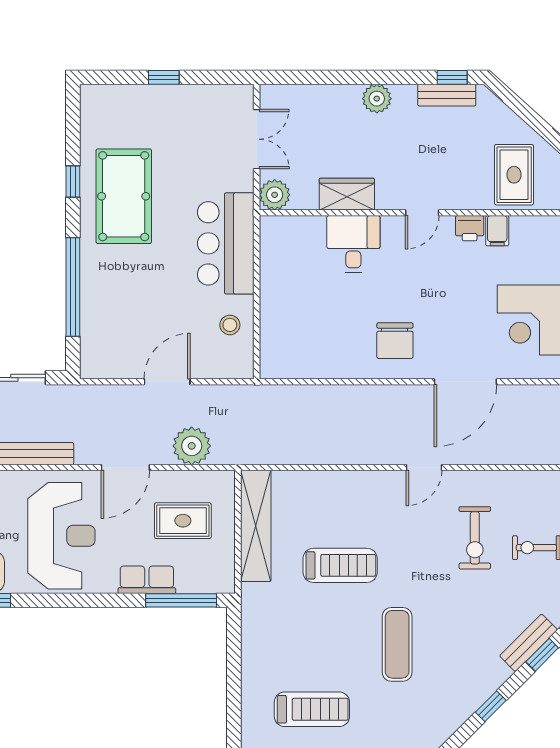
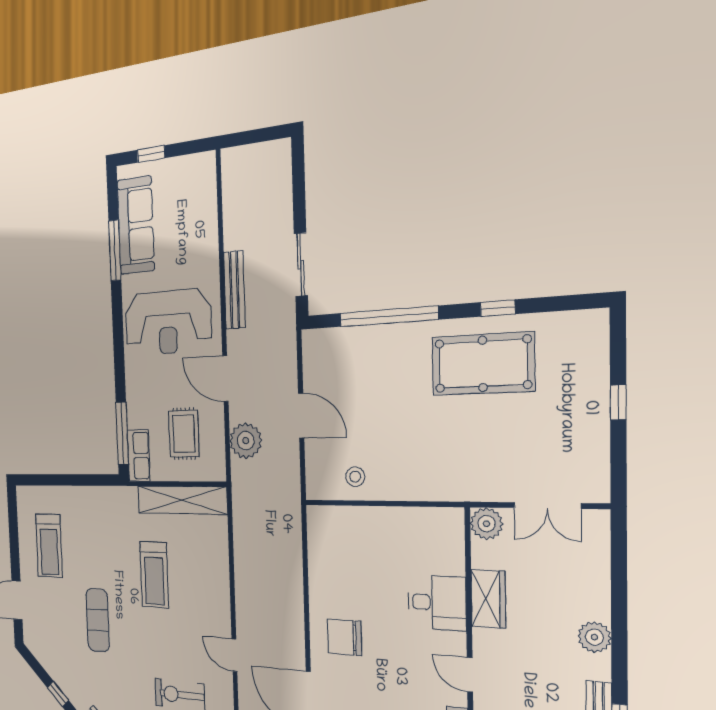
bar counter: (226, 243) -> (435, 472), removed
row of seats: (147, 580) -> (139, 456), moved
exercise mat: (397, 644) -> (98, 620), turned 90

